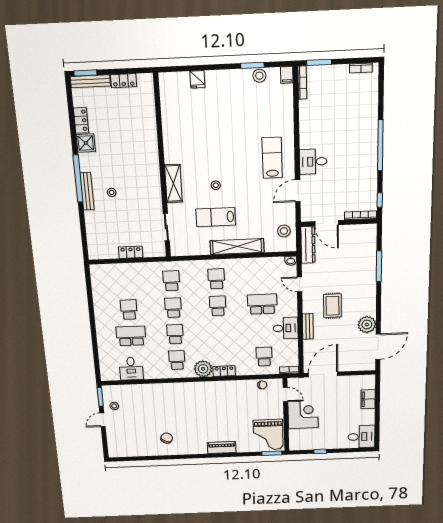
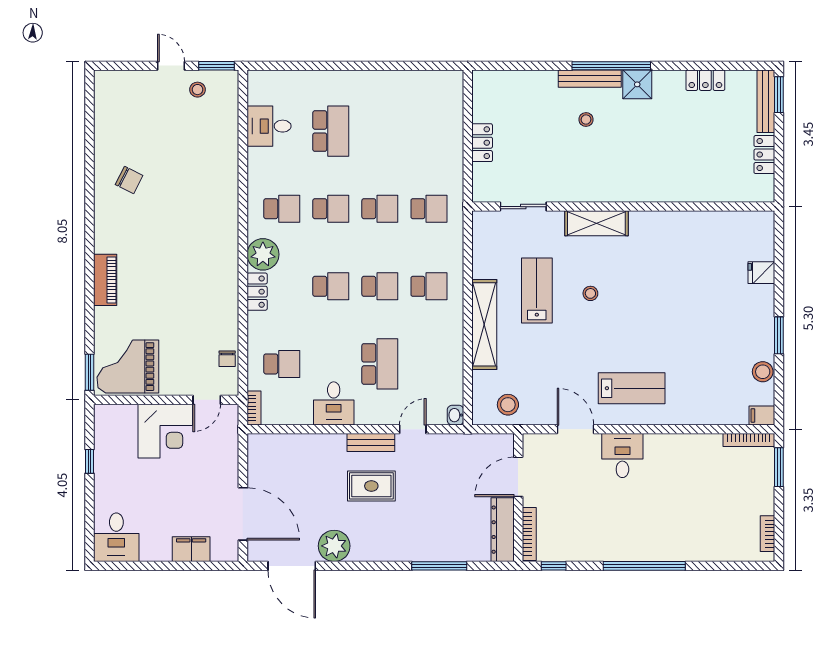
window: (252, 65) -> (779, 335), moved
shower: (86, 143) -> (637, 84), moved
dresser: (308, 245) -> (503, 530), moved, turned 90
school desk: (129, 310) -> (331, 286), moved
bench: (308, 327) -> (371, 443), moved
door: (323, 374) -> (243, 514), moved

